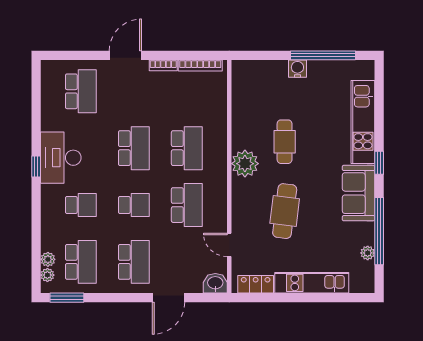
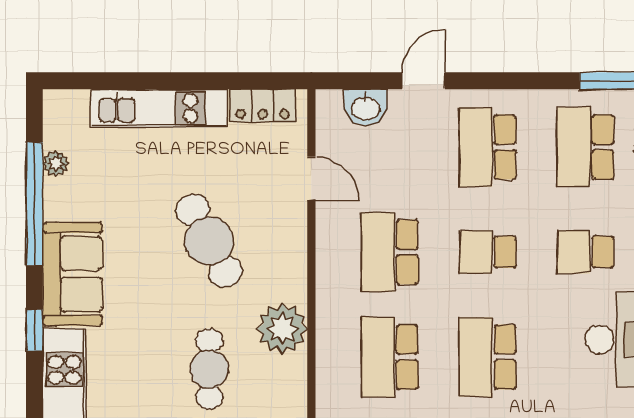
cafe table: (285, 211) -> (209, 241), turned -35
washbasin: (215, 283) -> (366, 108), moved
door: (169, 298) -> (423, 81), width x0.73

